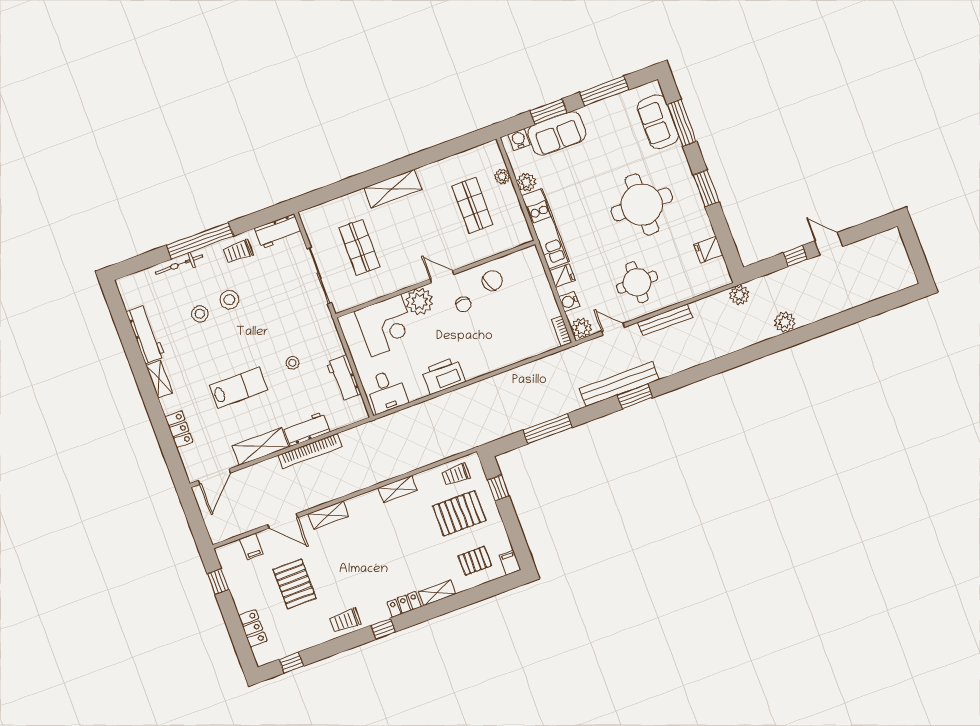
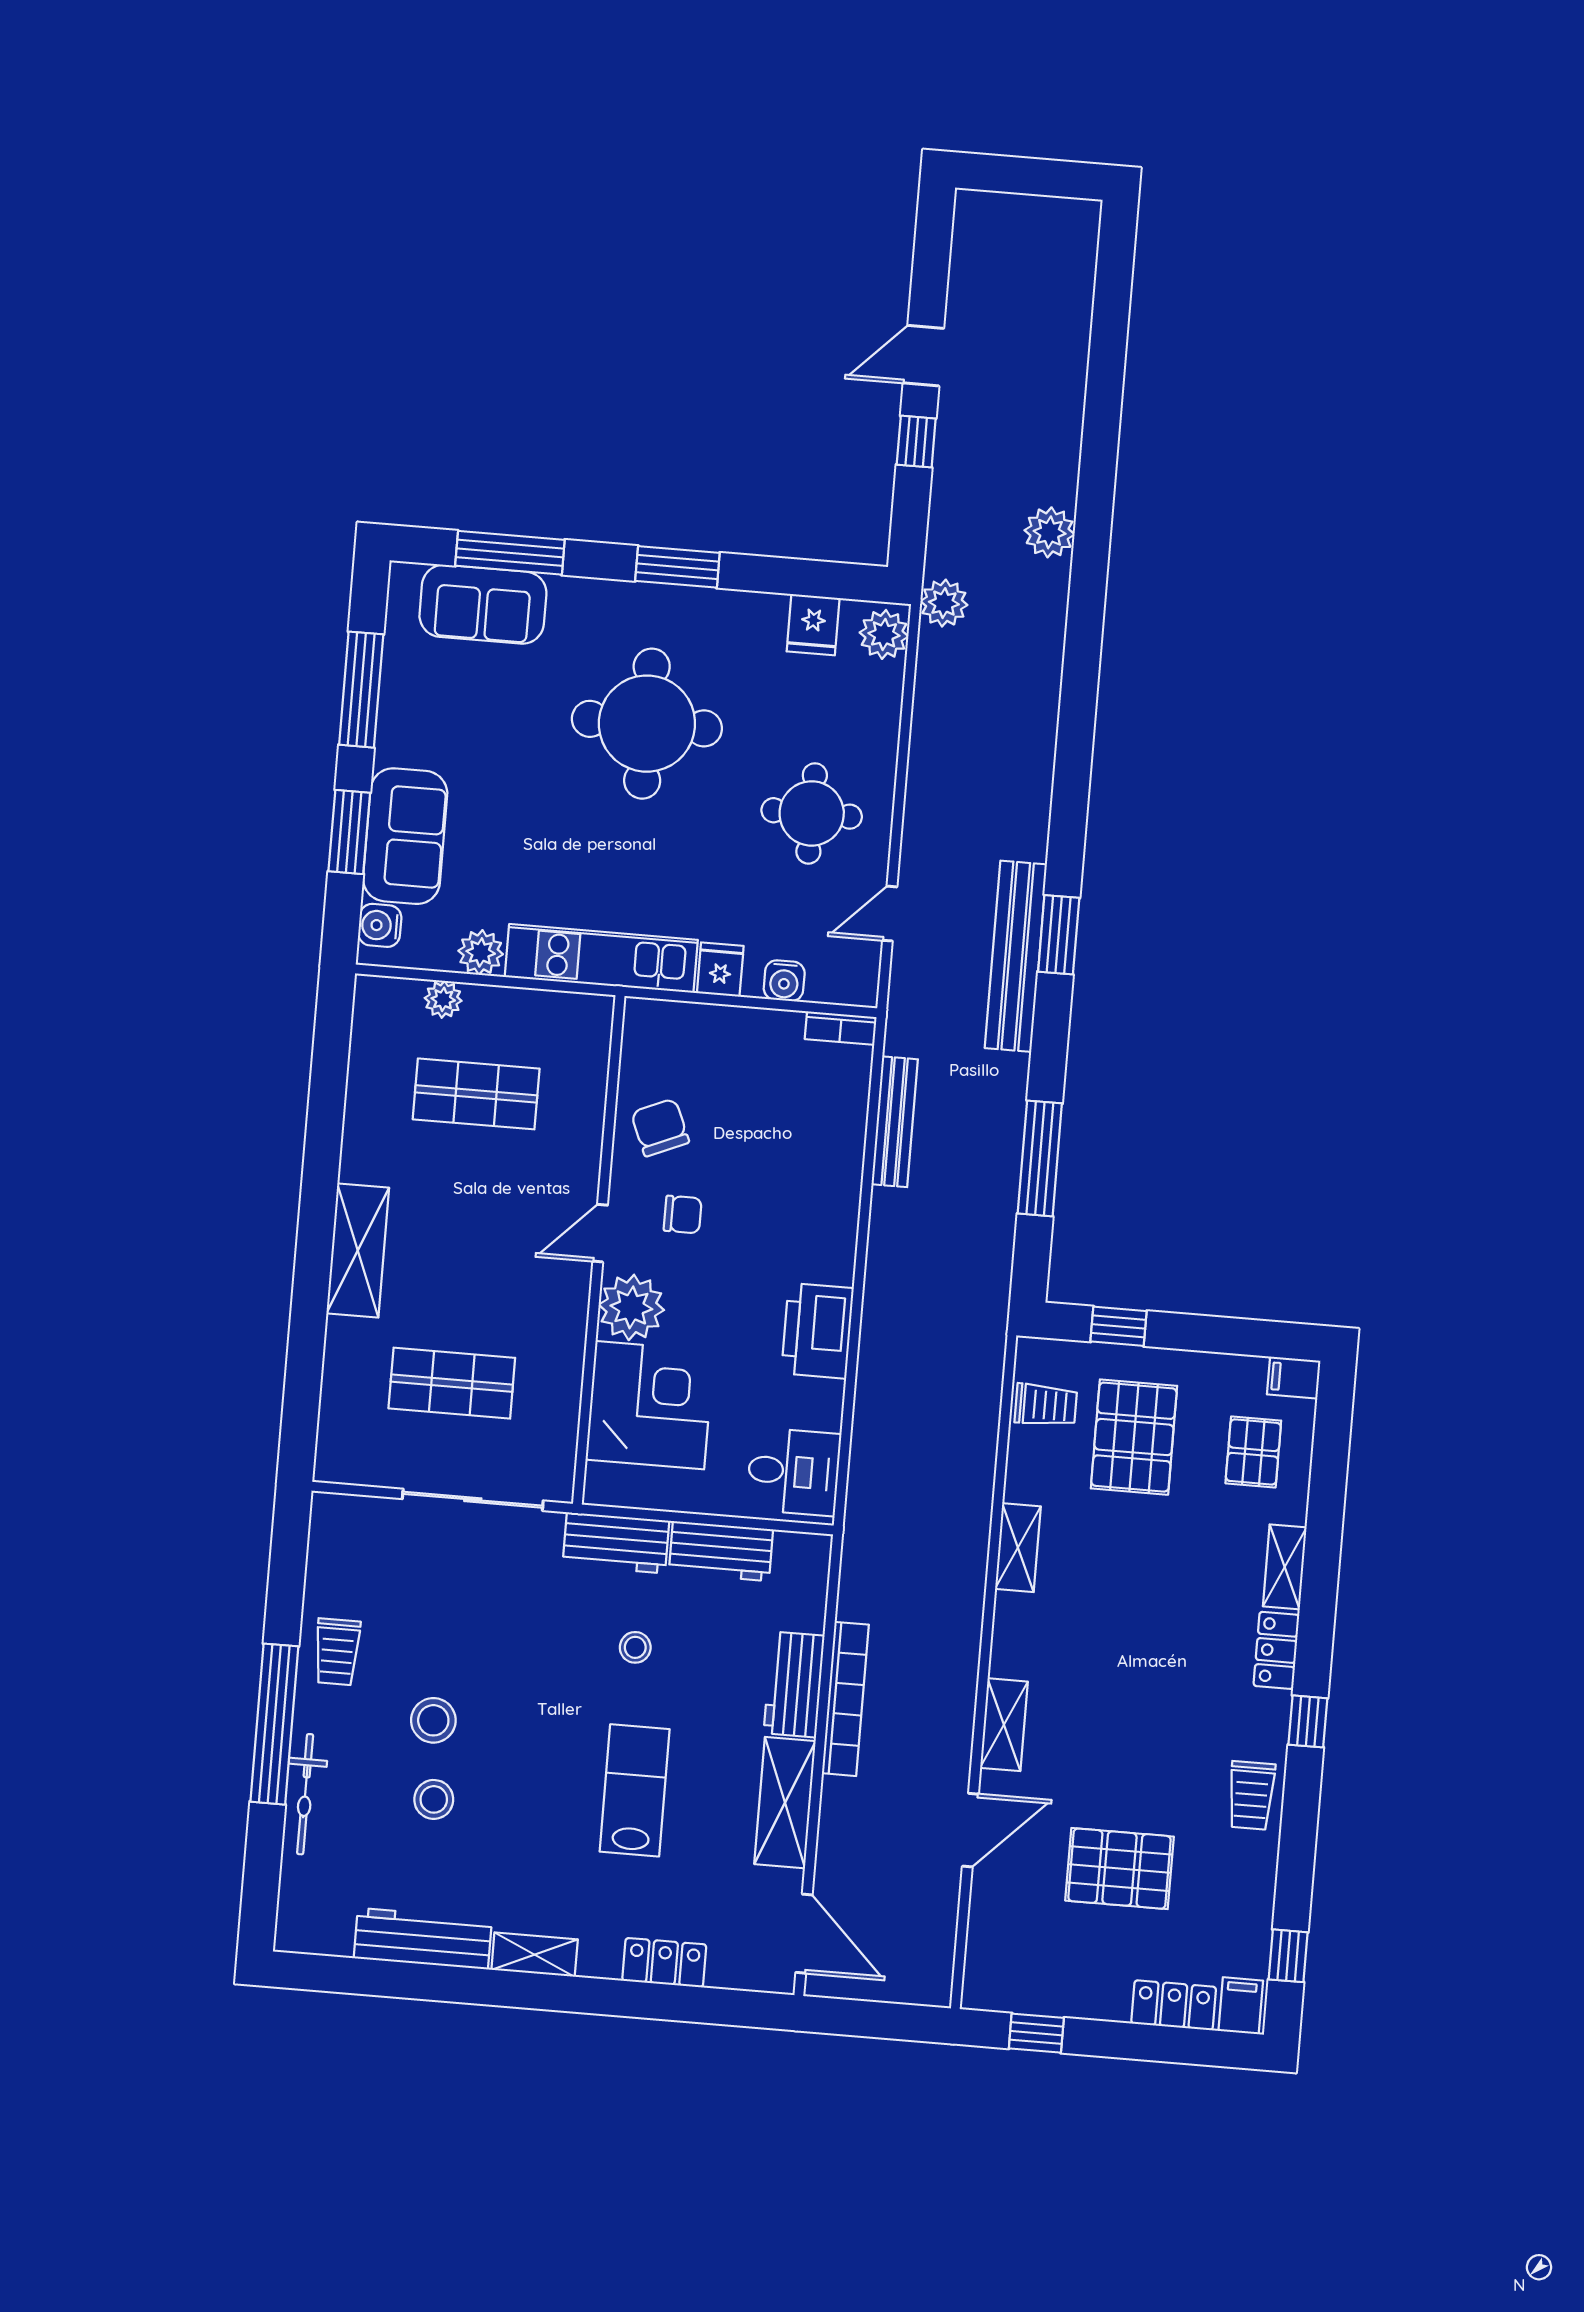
workbench: (278, 231) -> (616, 1543), moved, turned 90
bench: (665, 320) -> (895, 1122), moved
plant: (581, 328) -> (884, 634), moved
trolley: (456, 474) -> (1046, 1405), turned -90
filing cabinet: (251, 546) -> (1241, 2006), moved, turned -90

